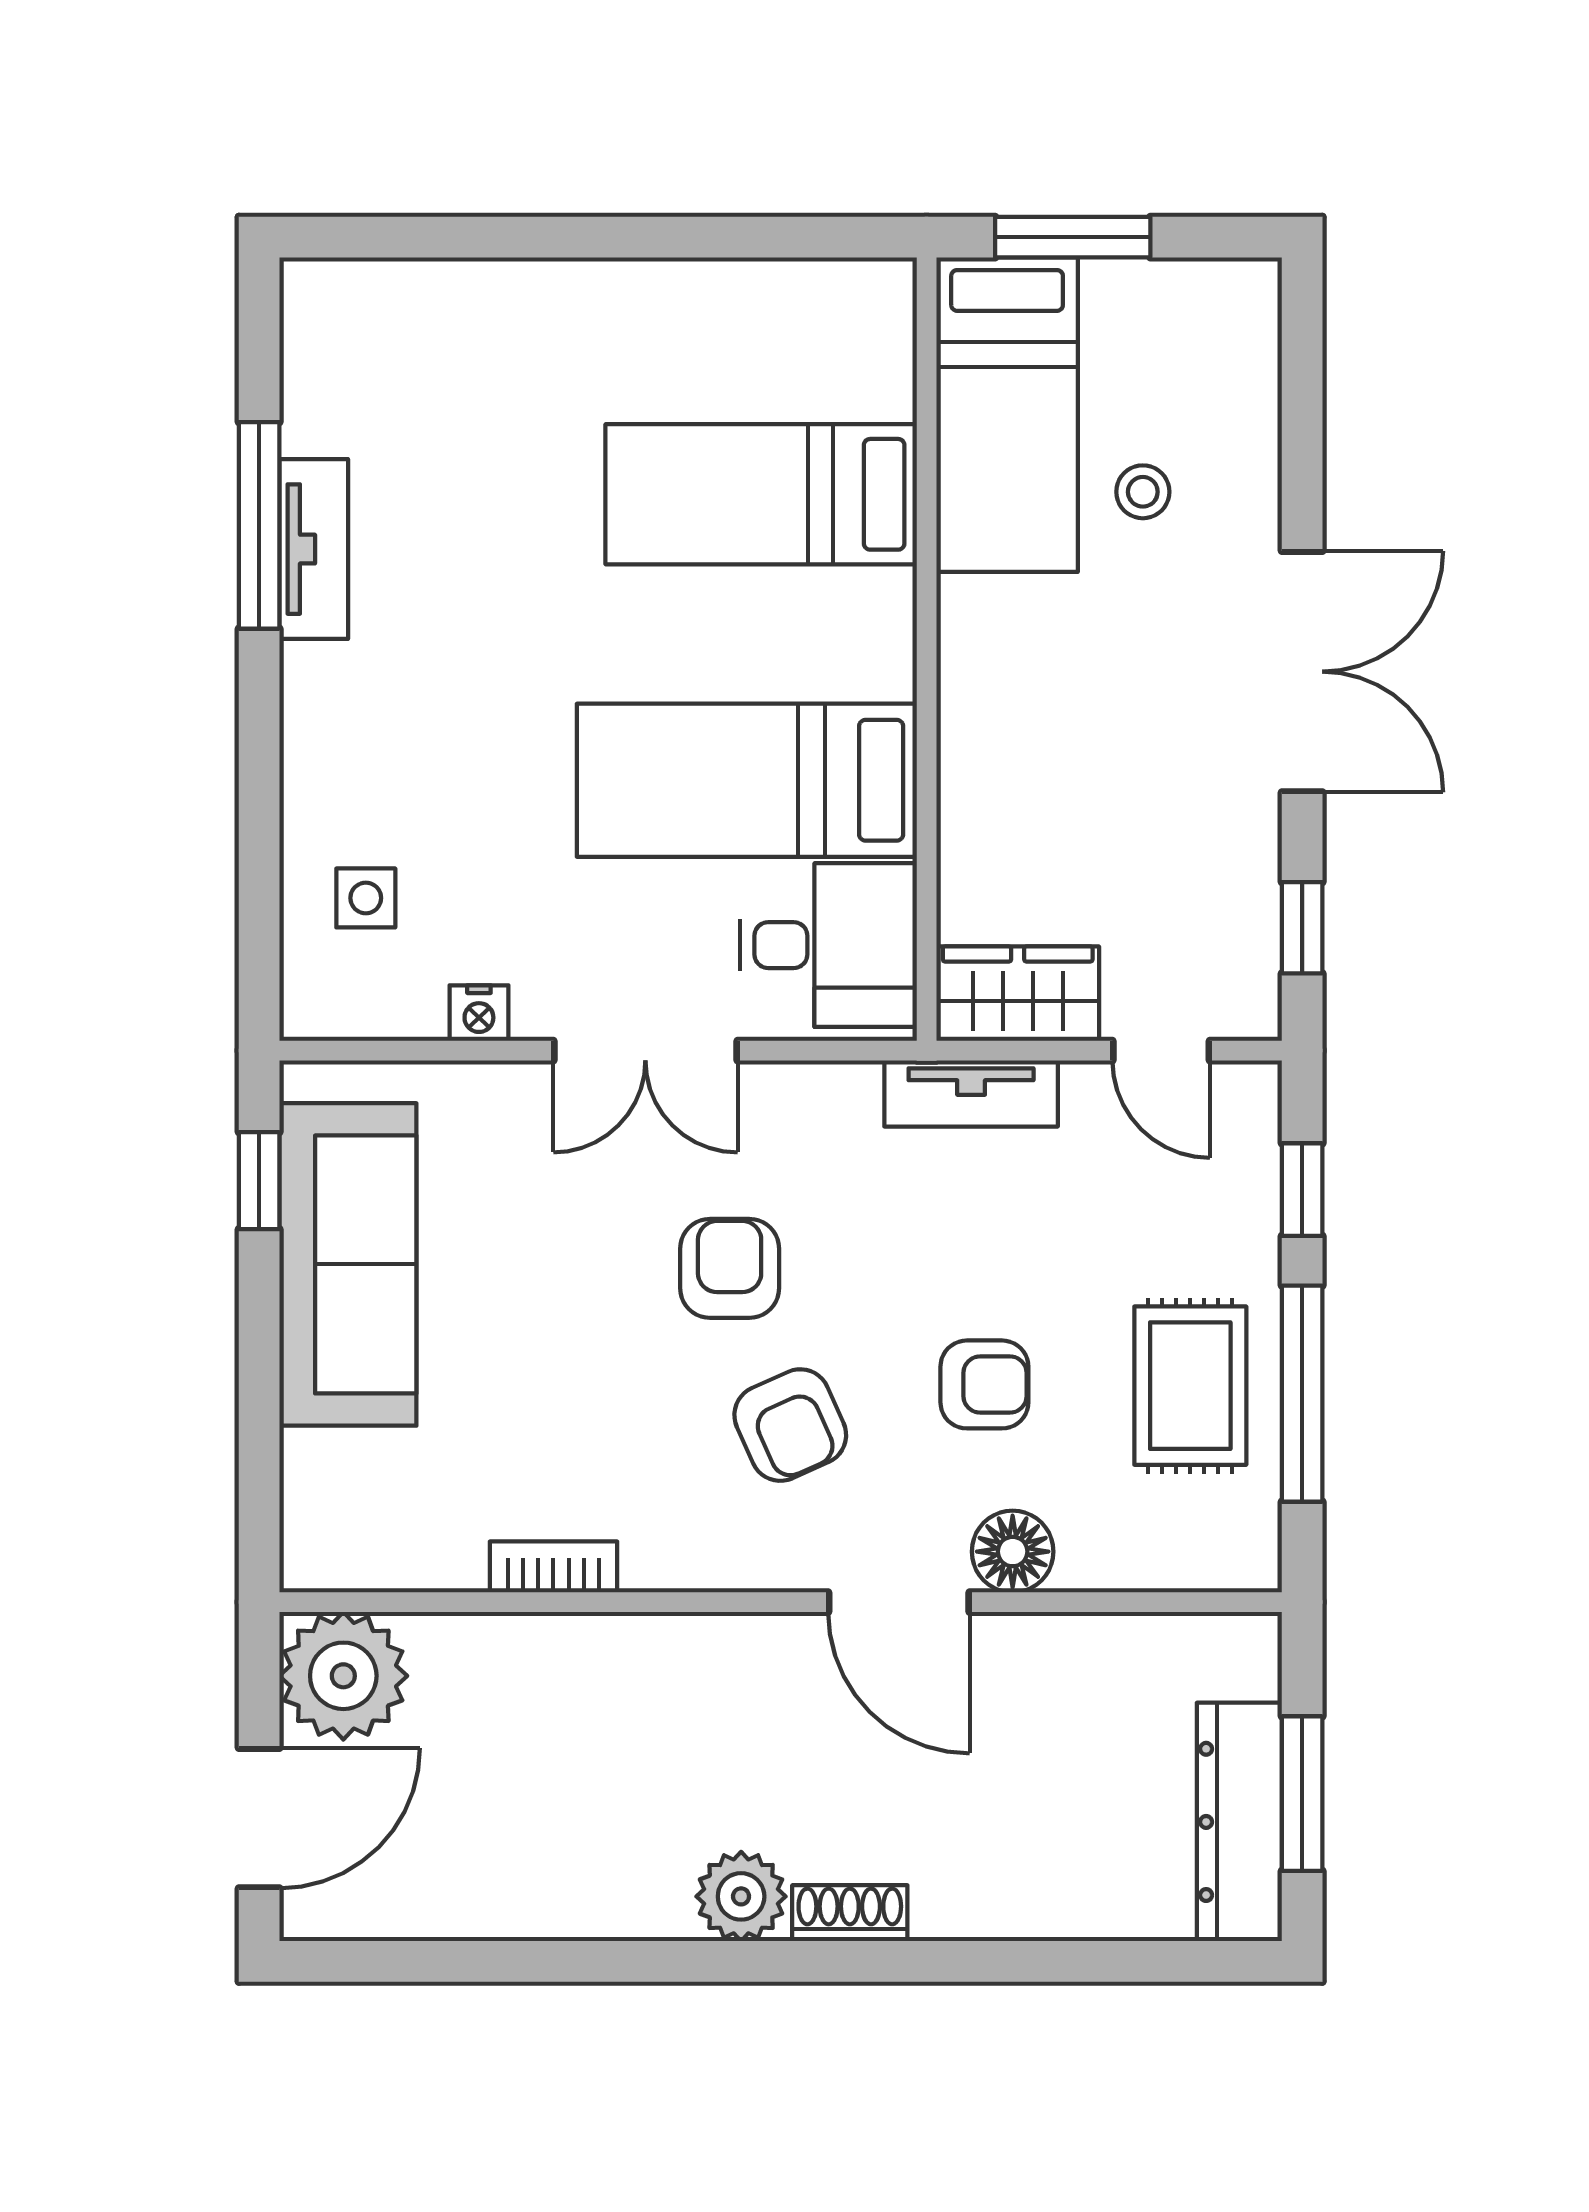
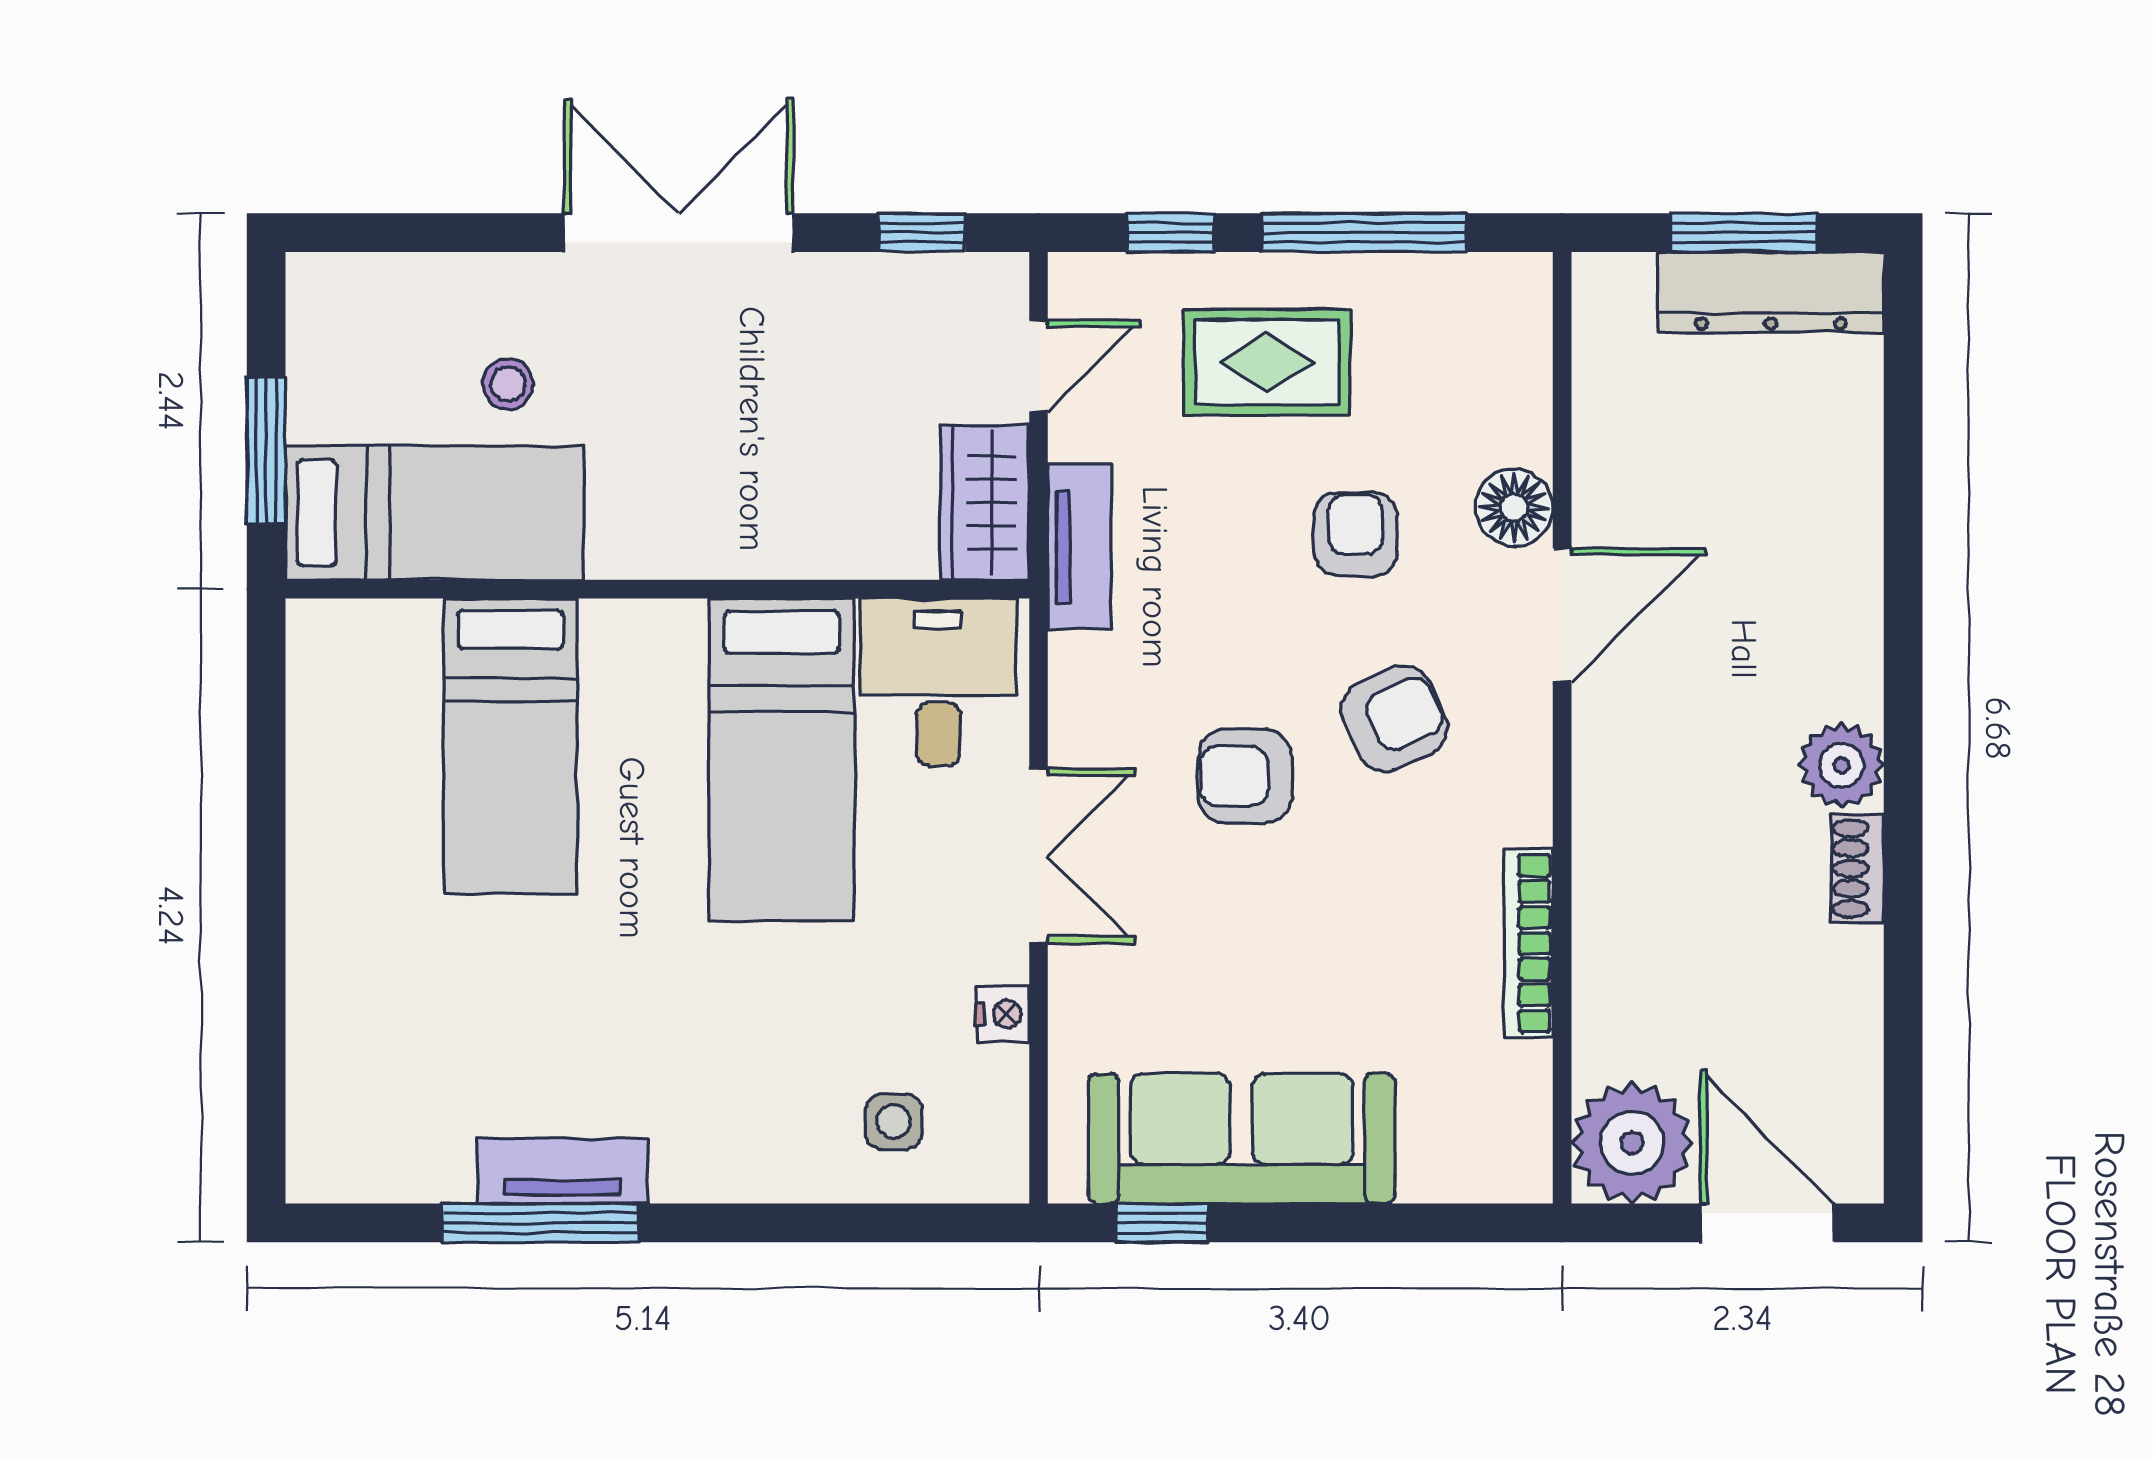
rug: (1190, 1386) -> (1267, 362), moved
bookcase: (553, 1567) -> (1529, 943), width x1.56
shoe rack: (850, 1913) -> (1857, 869), moved

